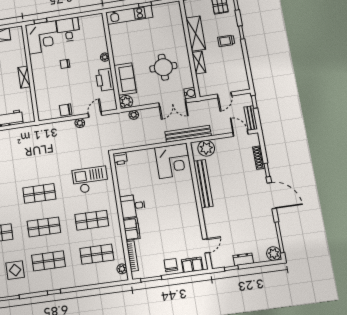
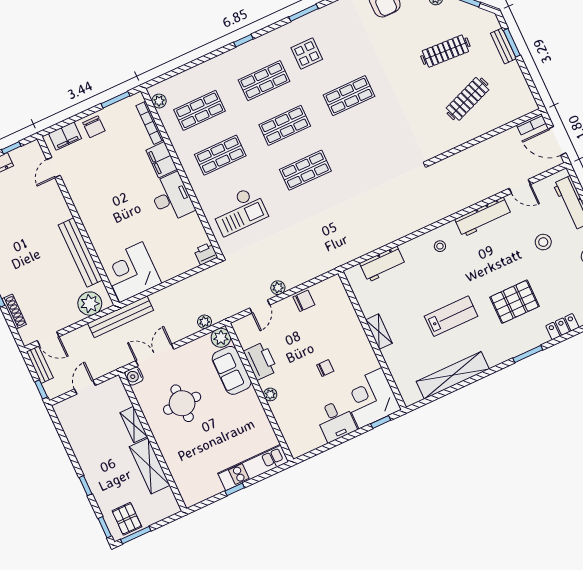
trolley: (226, 41) -> (104, 467), removed
desk: (133, 206) -> (172, 197), width x1.37

